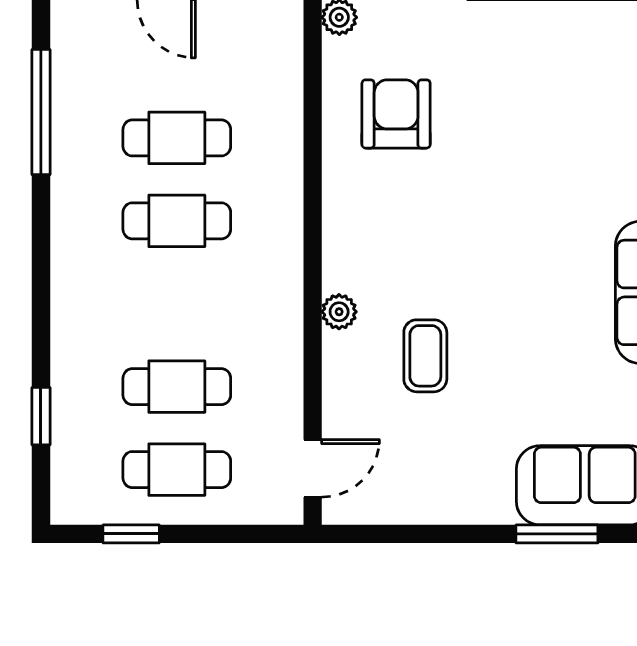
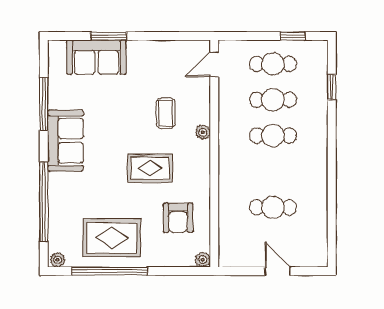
rug: (549, 68) -> (112, 238), added
window: (41, 112) -> (332, 219), removed
cafe table: (177, 221) -> (273, 136), moved
rug: (461, 228) -> (150, 168), added

